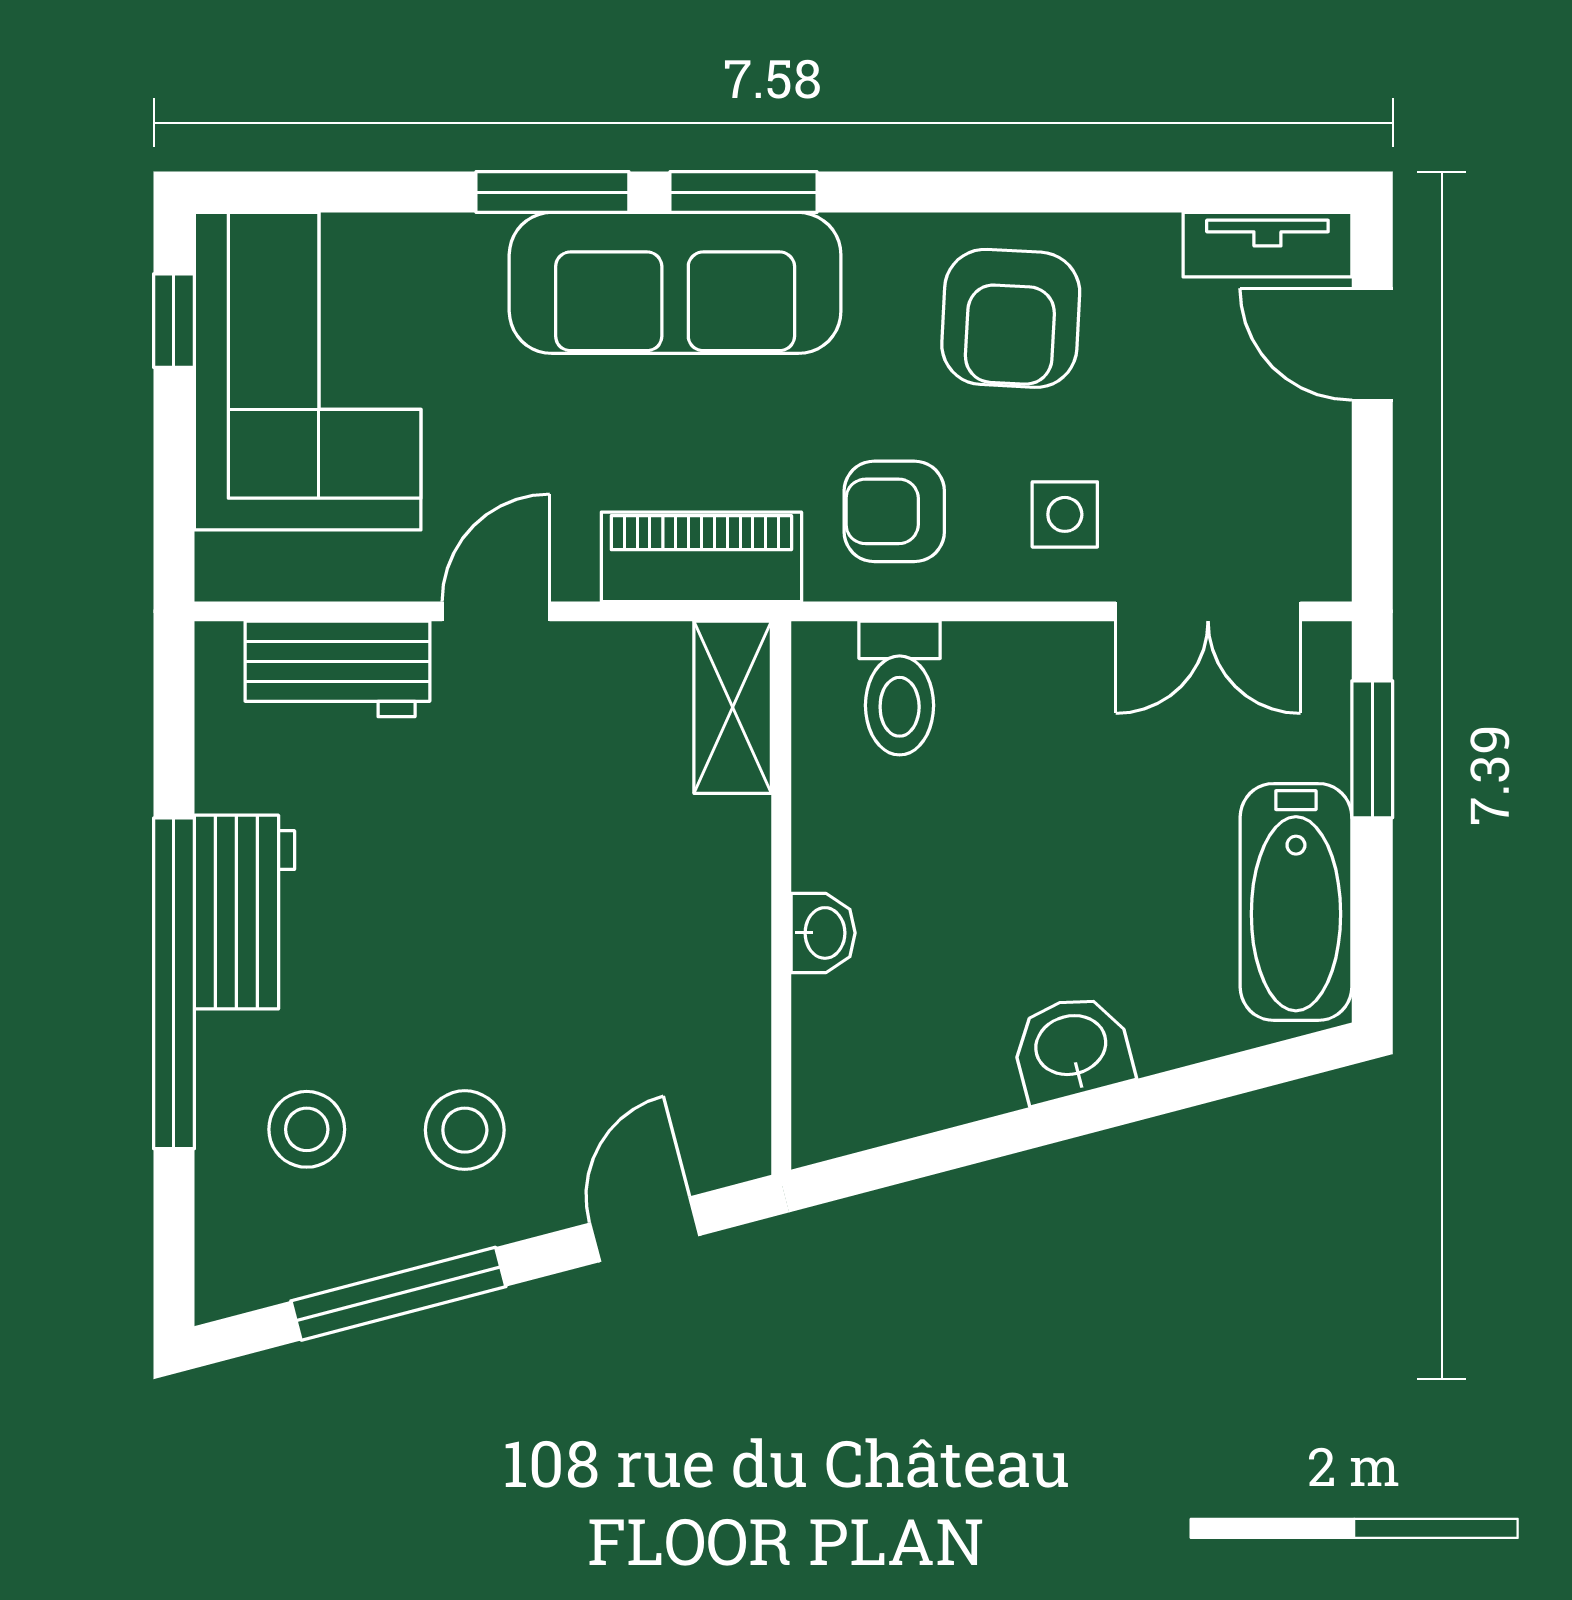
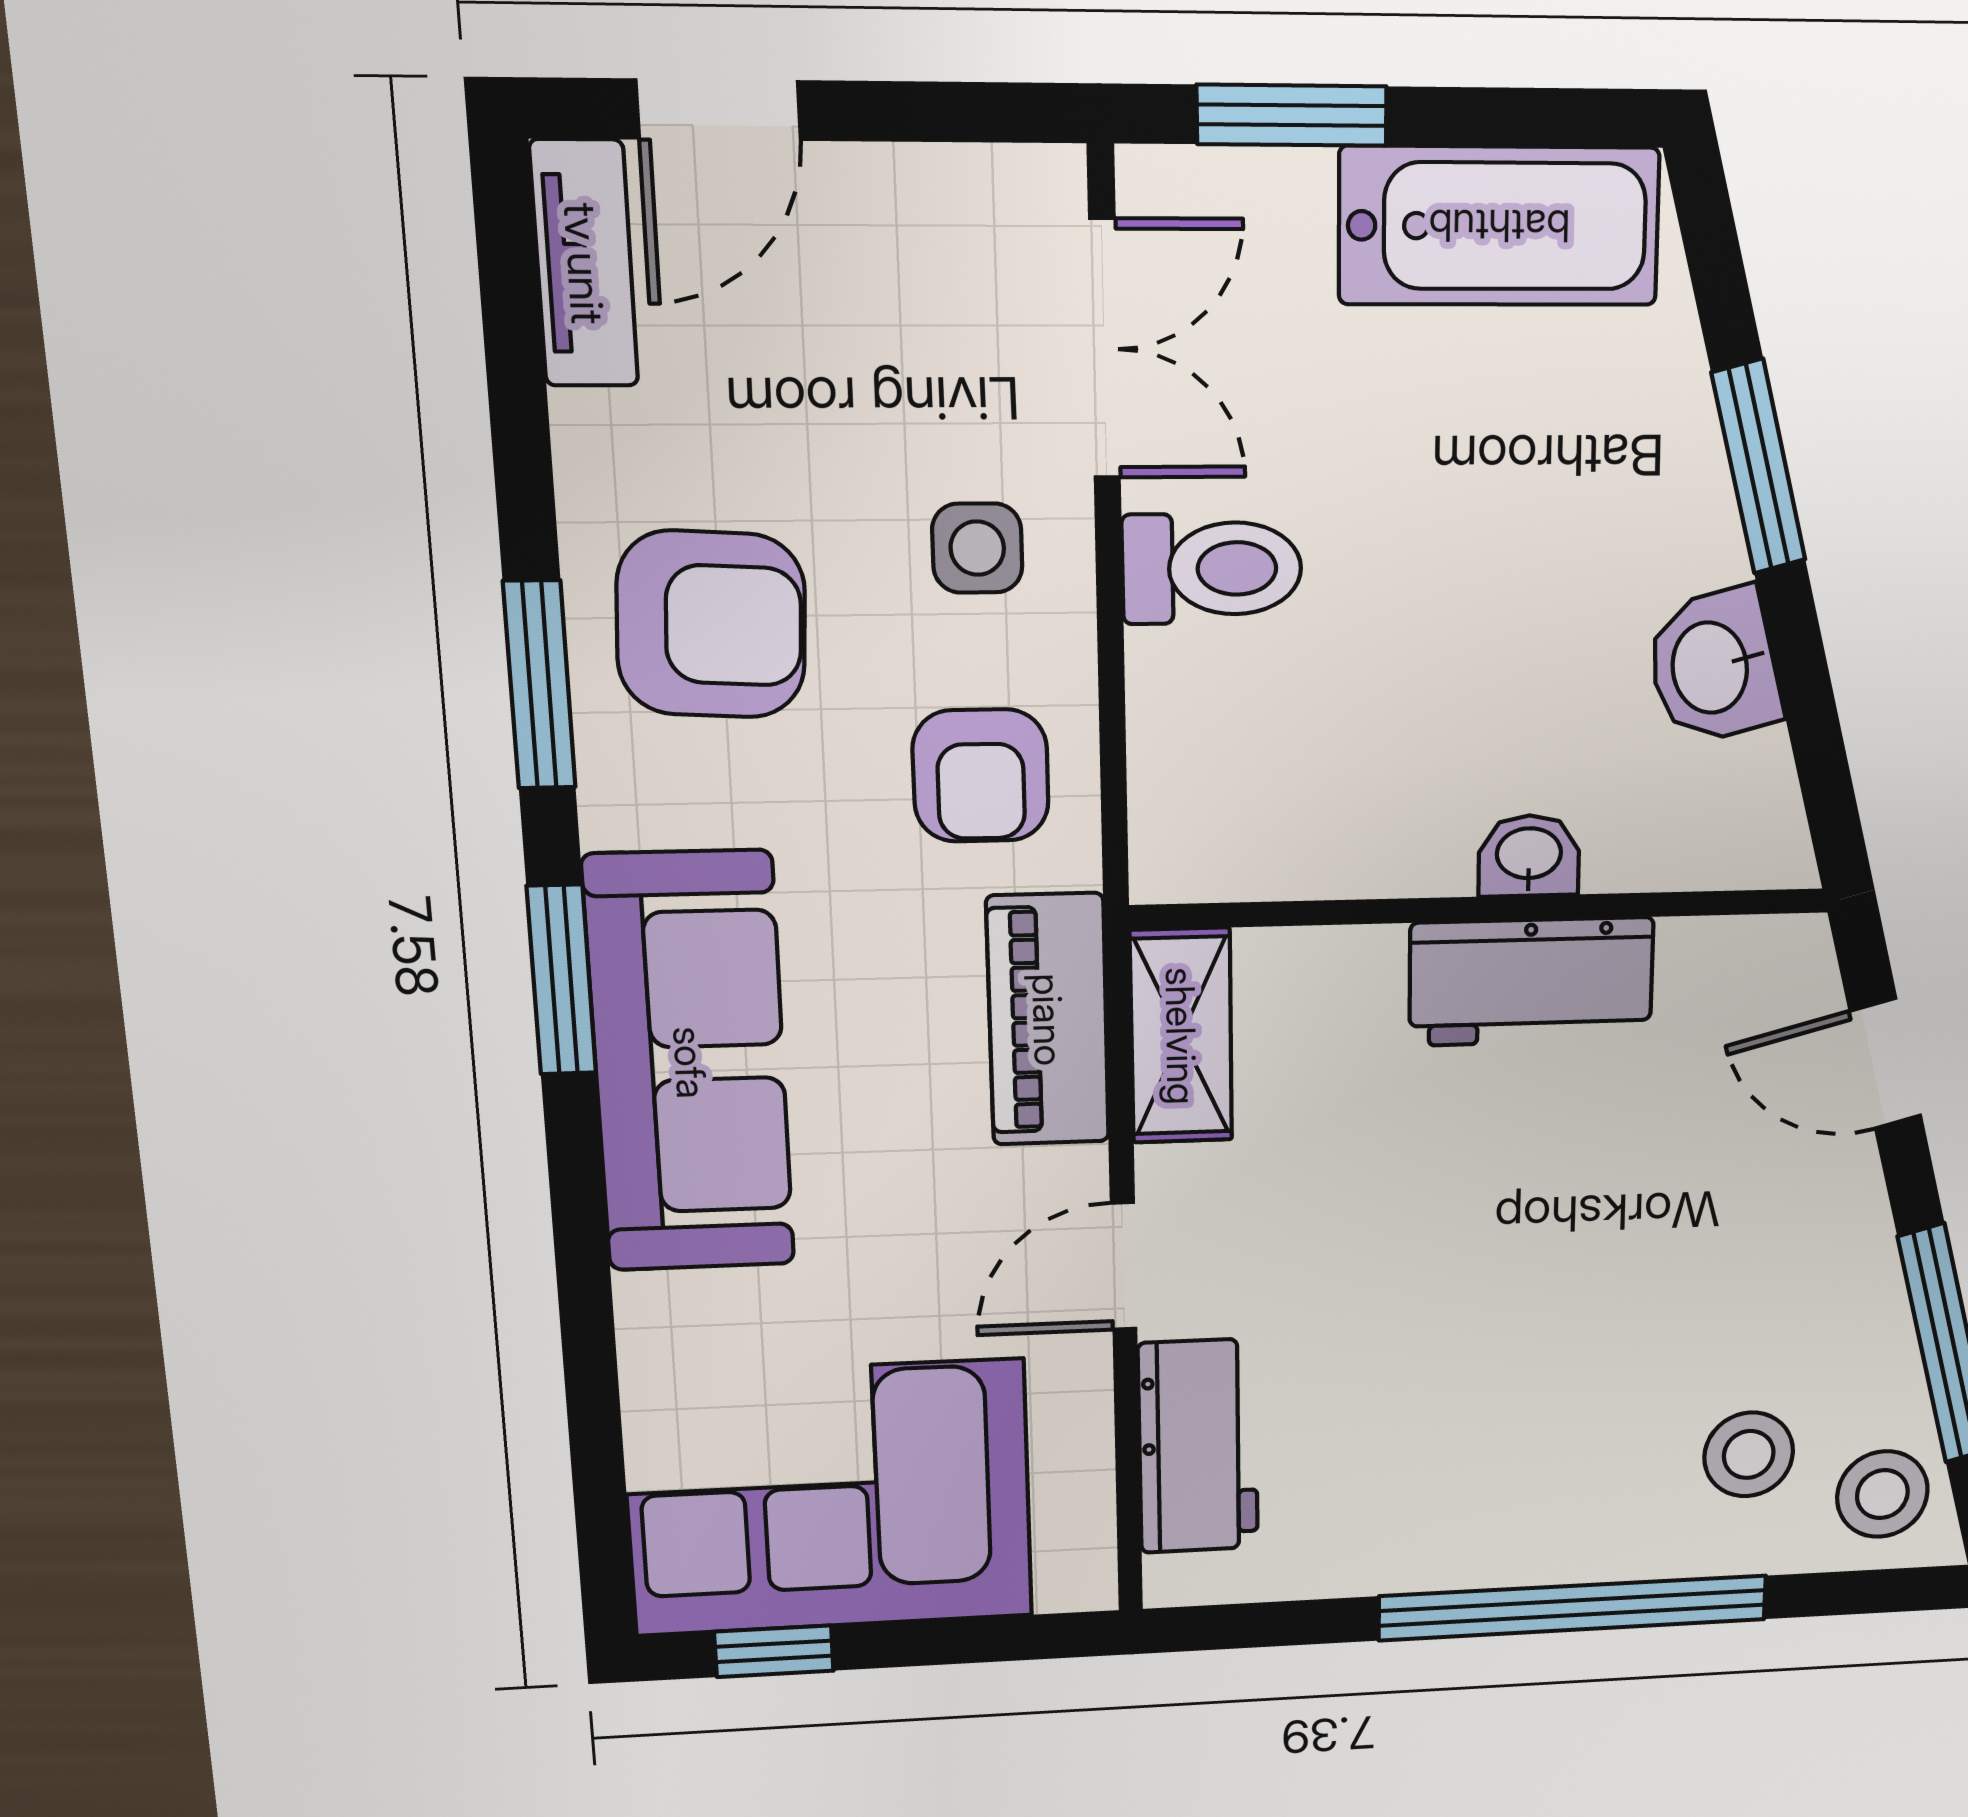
window: (552, 192) -> (539, 685), moved
door: (496, 611) -> (1124, 1266), hinge flipped
toilet: (900, 688) -> (1212, 569), moved
shelving: (733, 707) -> (1181, 1036), moved, turned 90
workbench: (244, 912) -> (1531, 982), moved, turned 180
washbasin: (1071, 1048) -> (1713, 667), moved
window: (1121, 1104) -> (1759, 467), added
stool: (465, 1130) -> (1882, 1494), moved

